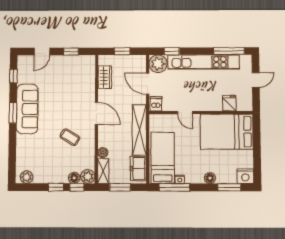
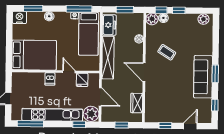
fridge: (229, 103) -> (82, 80), moved
dishwasher: (156, 104) -> (50, 79), moved
shelving: (103, 171) -> (139, 23), removed

